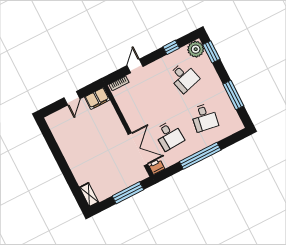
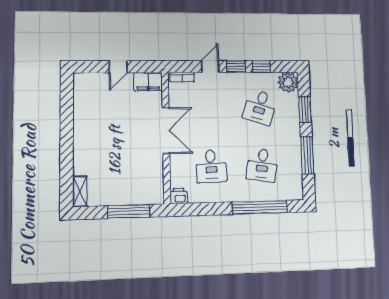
window: (211, 52) -> (305, 110), moved
window: (153, 57) -> (236, 67), added
desk: (184, 77) -> (260, 107), turned 33
double door: (138, 149) -> (166, 131), moved
window: (200, 156) -> (260, 207), moved

